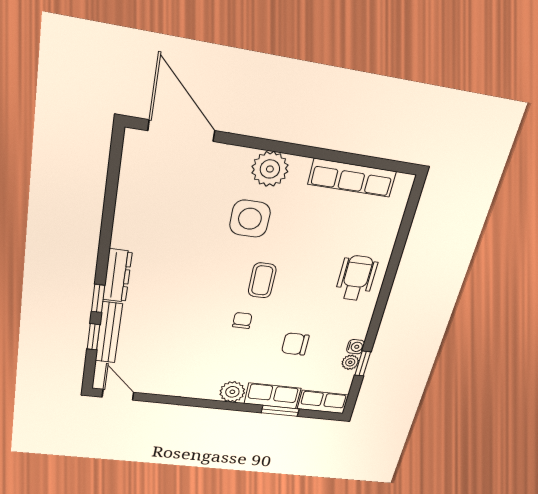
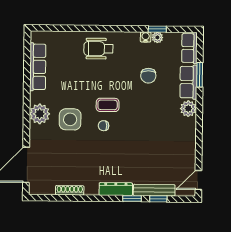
shoe rack: (124, 201) -> (70, 190), added
chair: (242, 320) -> (103, 126), moved

